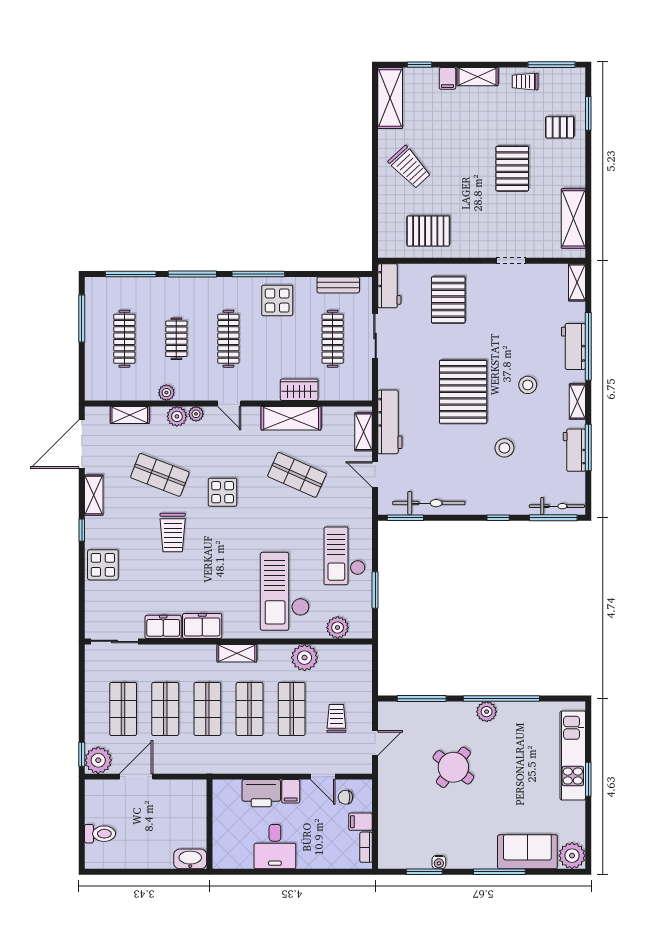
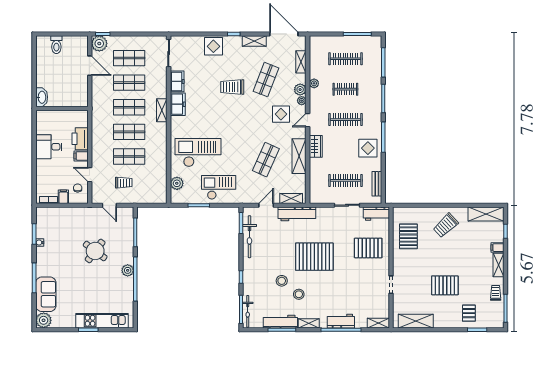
stool: (528, 385) -> (299, 294), moved
wardrobe: (299, 390) -> (316, 146), moved
workbench: (574, 450) -> (280, 322), width x1.38
display table: (223, 492) -> (281, 114), moved
shelving: (237, 653) -> (162, 110), moved
plant: (305, 658) -> (159, 164), removed
door: (323, 777) -> (90, 175), hinge flipped

